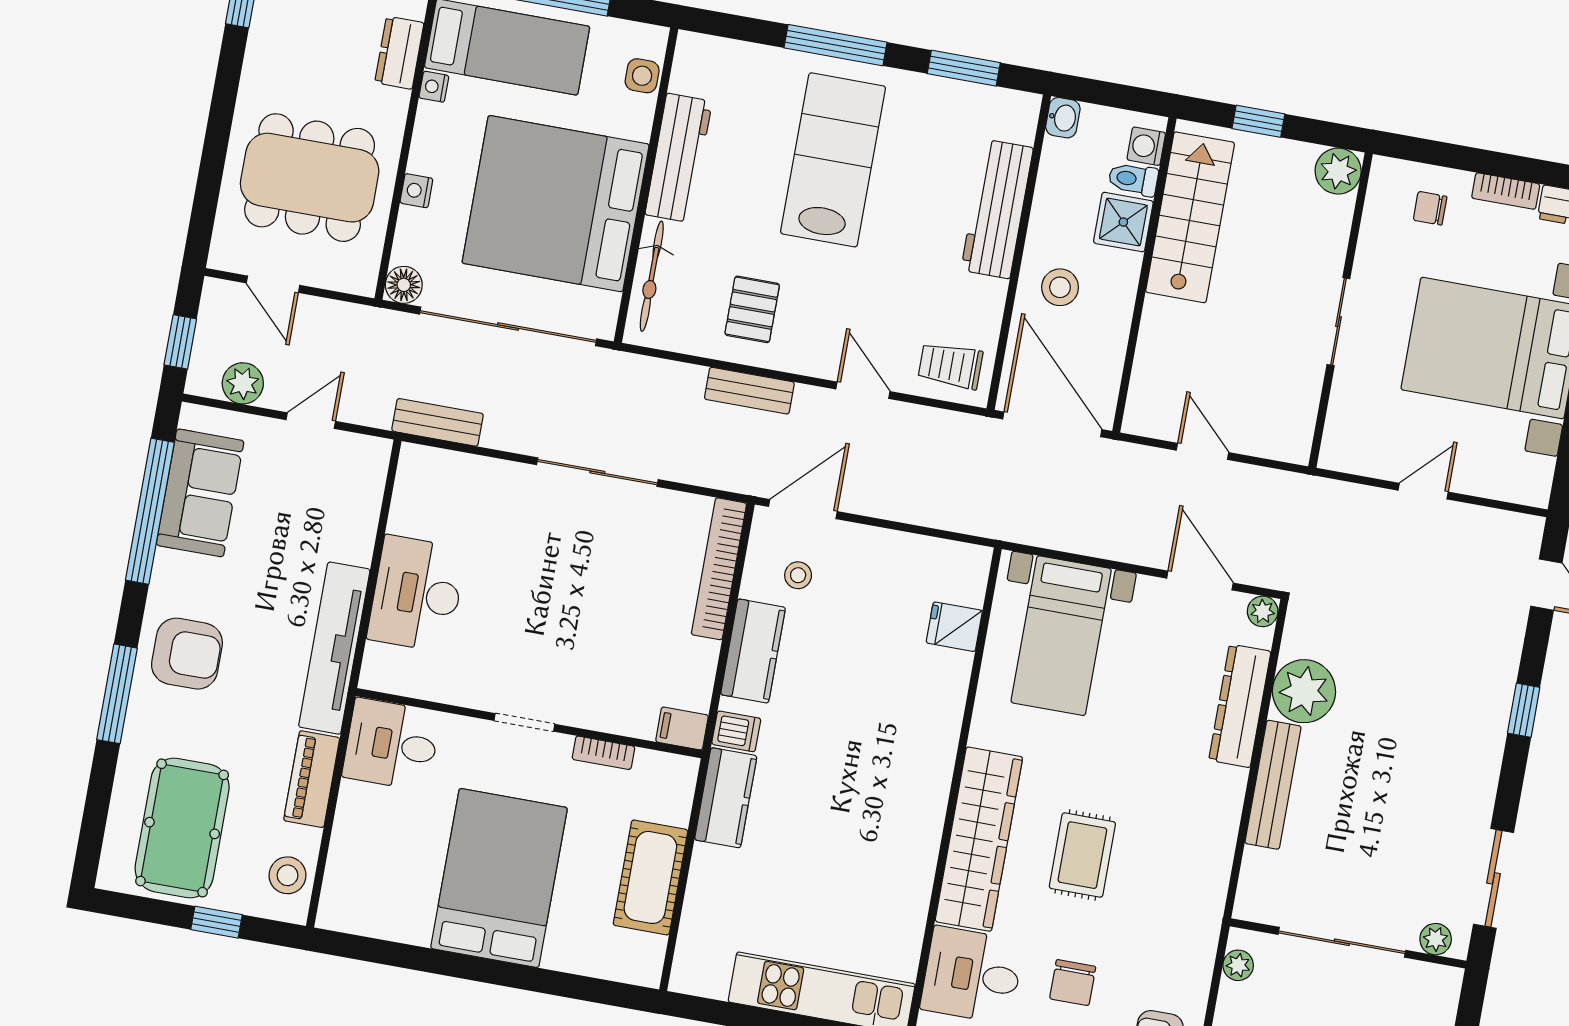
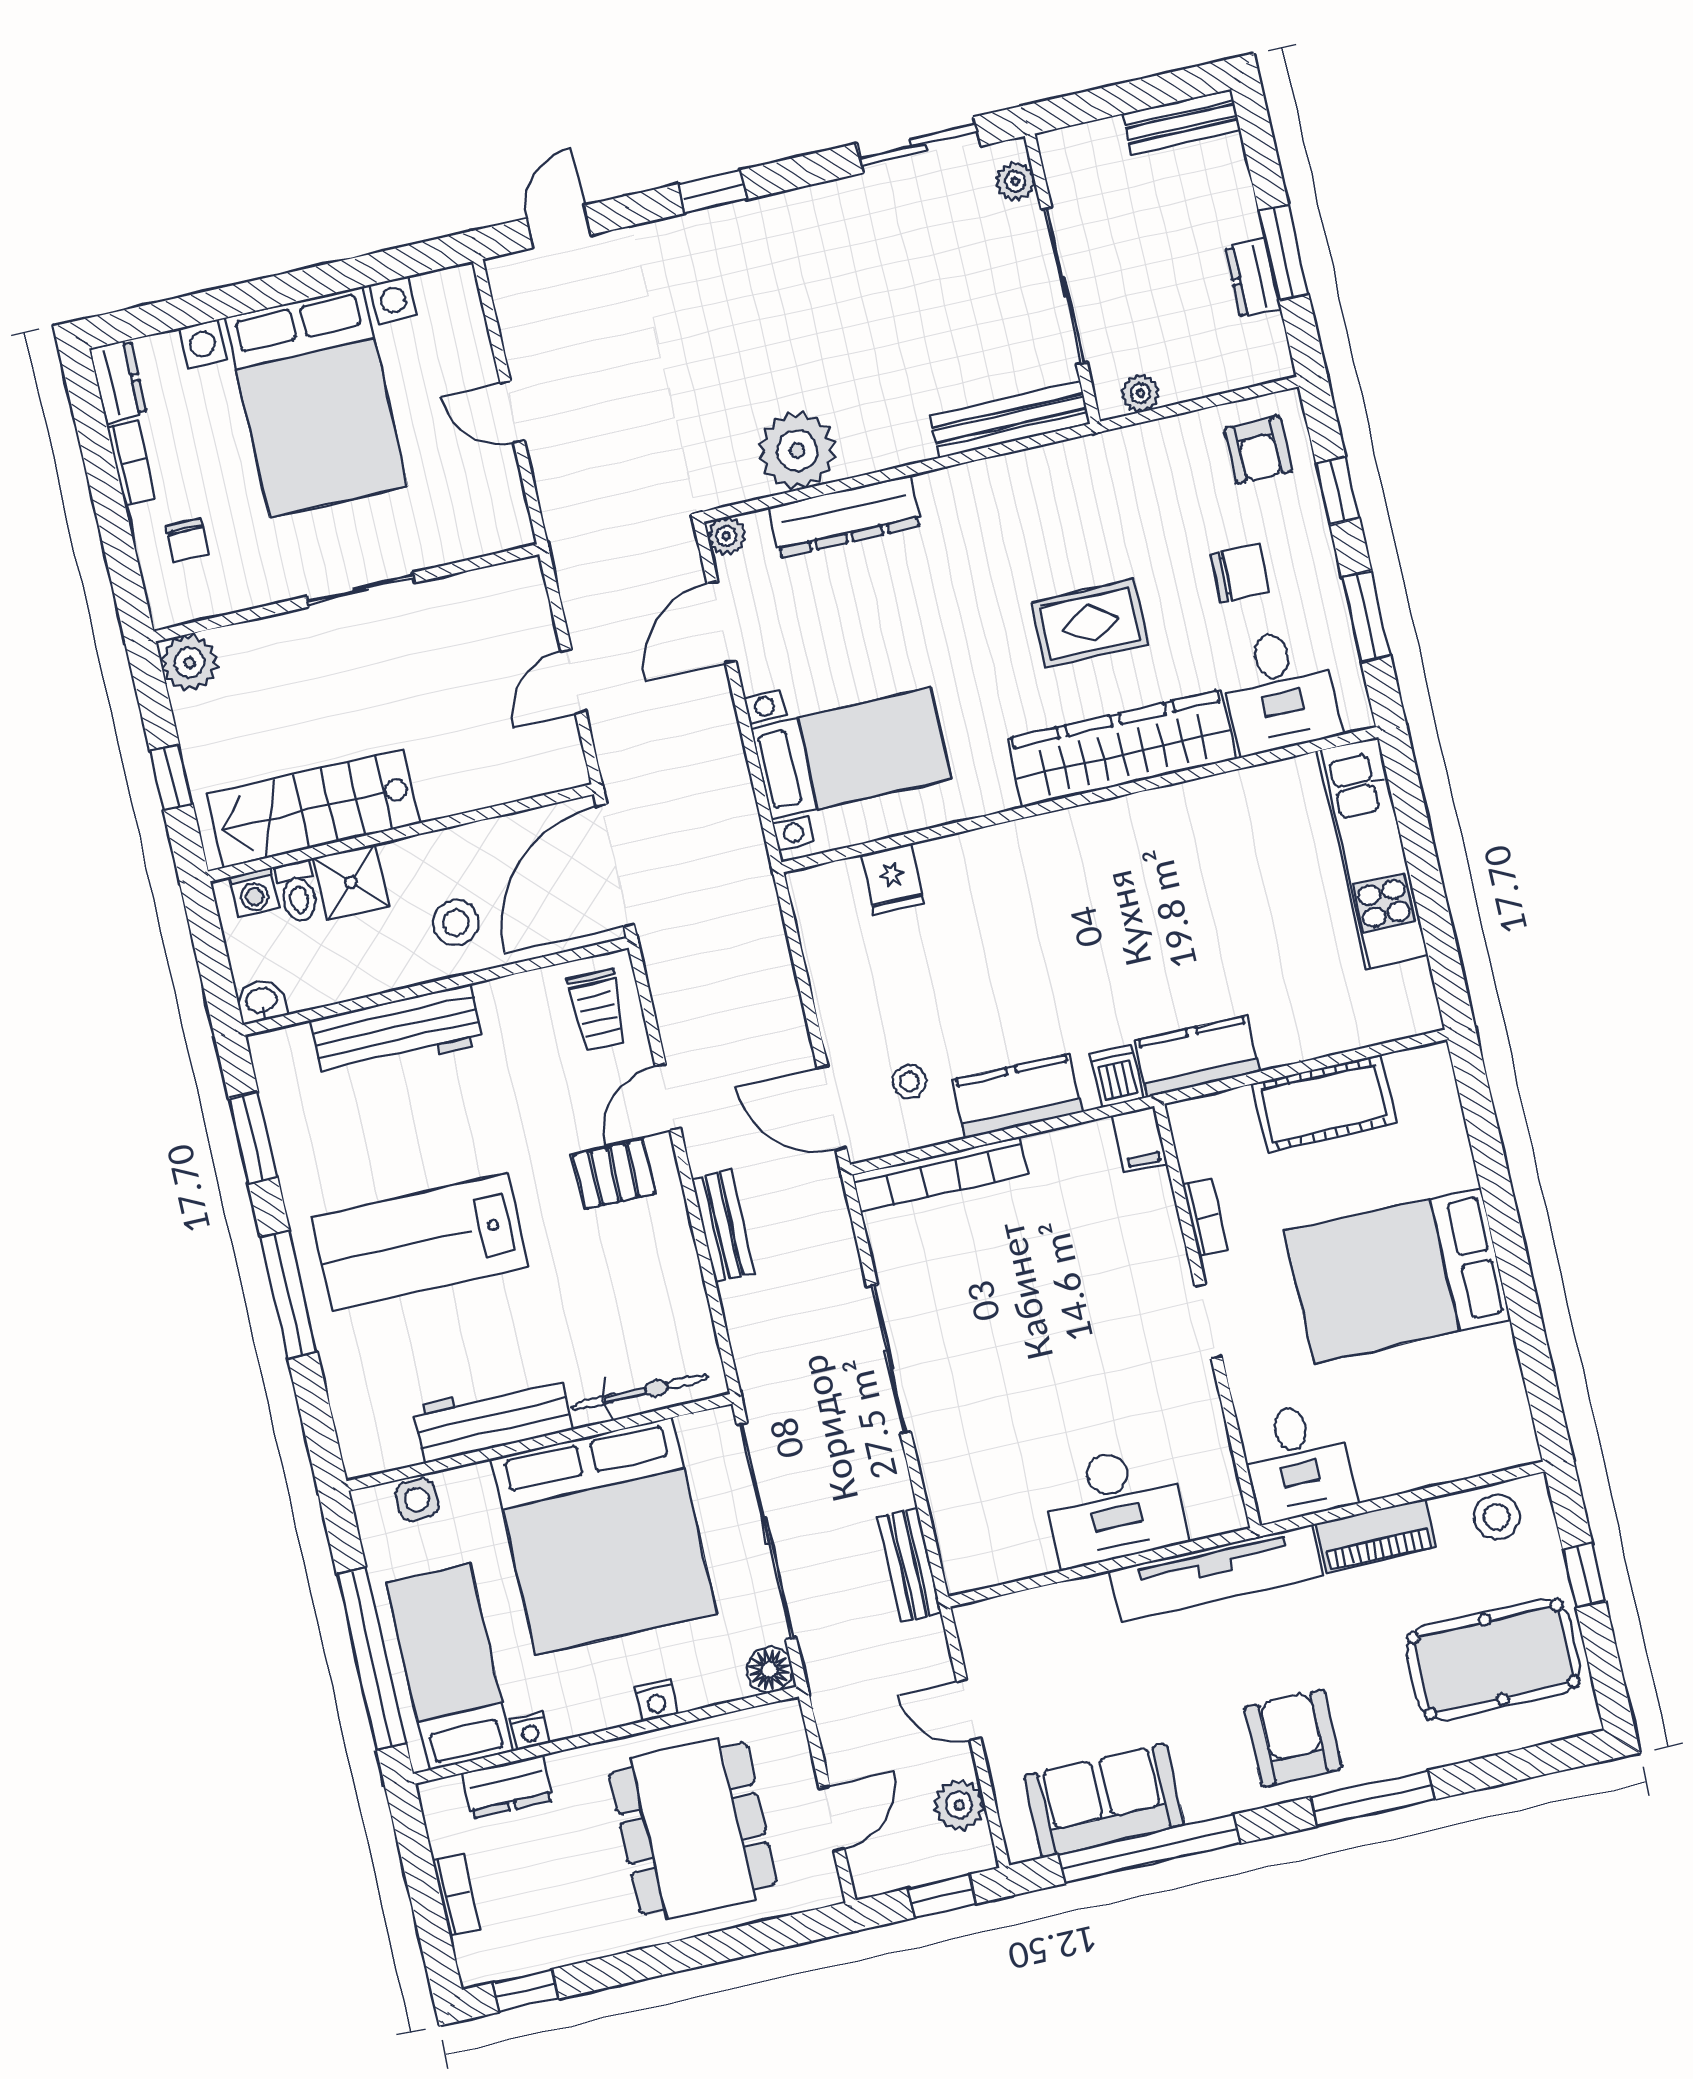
pallet: (752, 309) -> (614, 1174), moved
bench: (1273, 785) -> (1010, 420), moved

